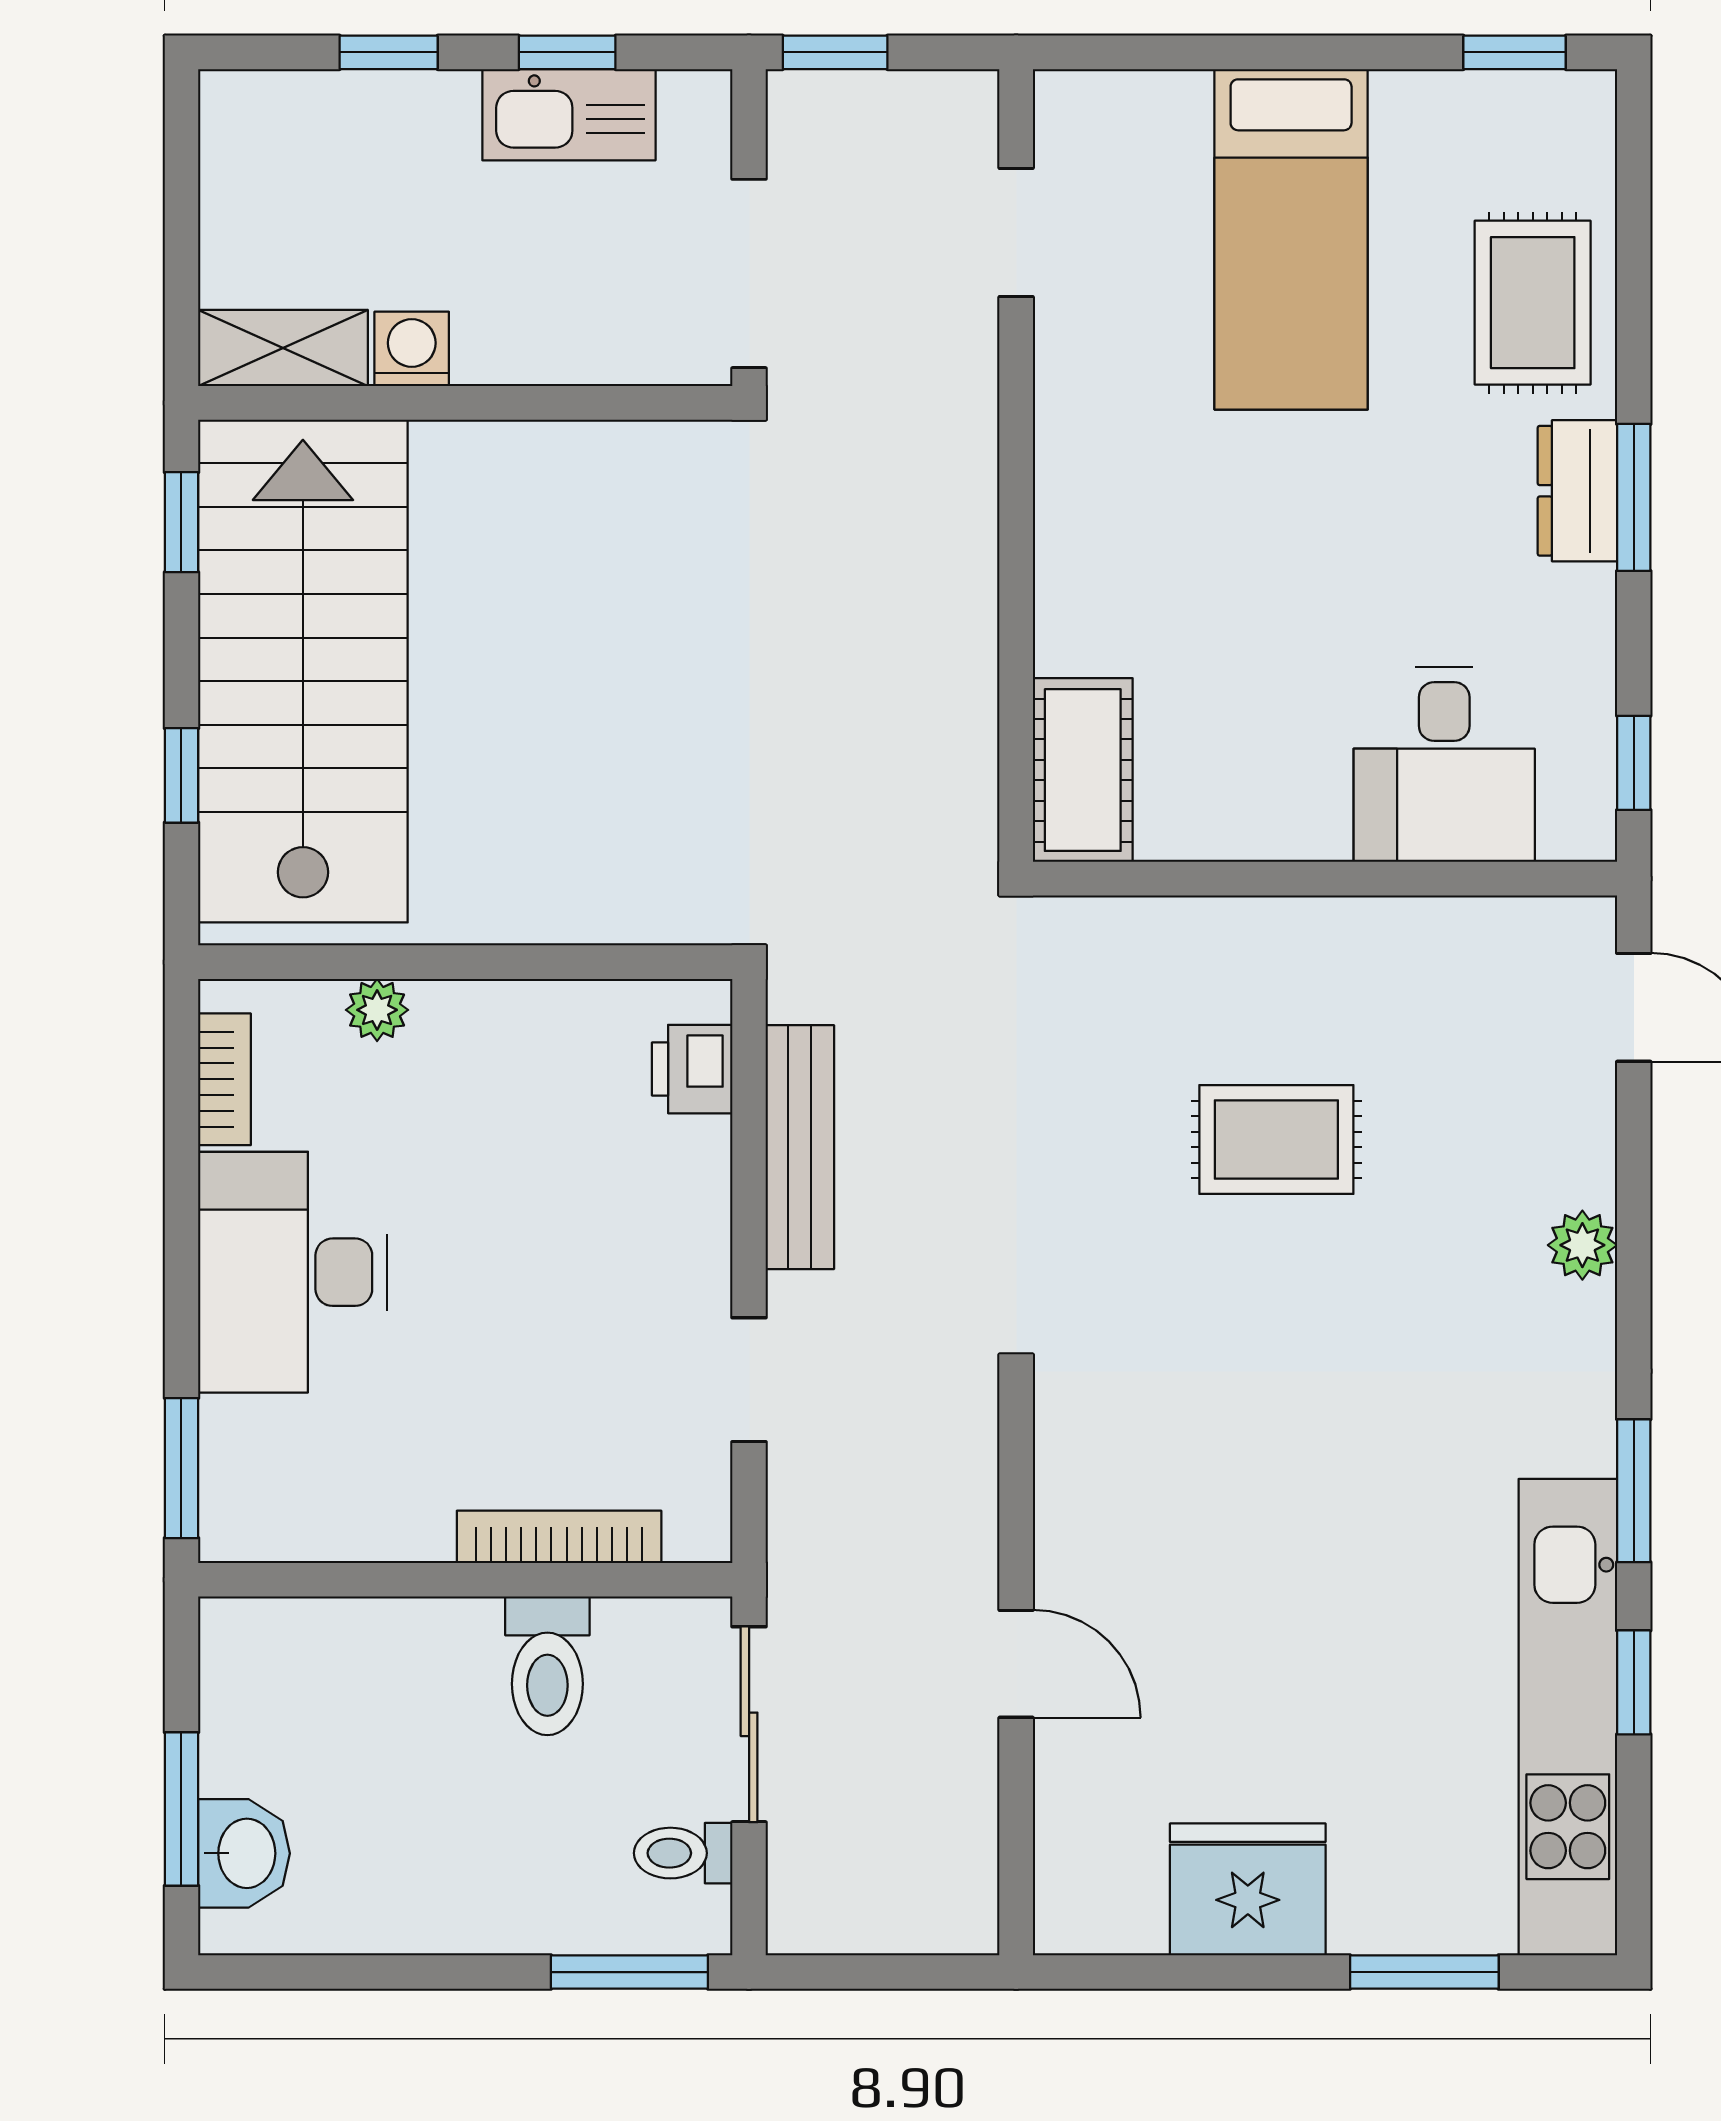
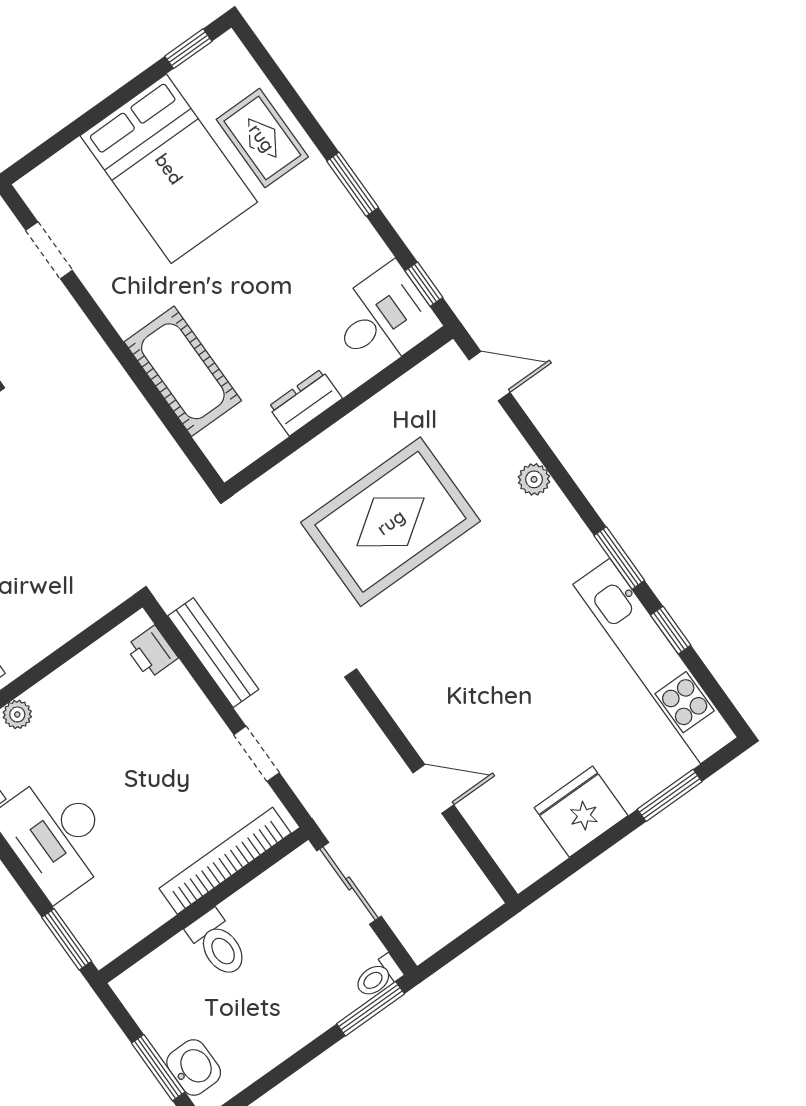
bed: (1291, 239) -> (169, 169), width x1.50
dresser: (1577, 491) -> (305, 402), moved, turned 90
desk: (1444, 764) -> (383, 318), moved, turned -90
cot: (1083, 770) -> (183, 371), moved, width x1.37, depth x1.34
rug: (1276, 1140) -> (391, 522), width x1.86, depth x2.06
bookcase: (559, 1537) -> (225, 861), width x1.48, depth x1.31
toilet: (547, 1666) -> (218, 944), moved
toilet: (683, 1853) -> (378, 977), moved

